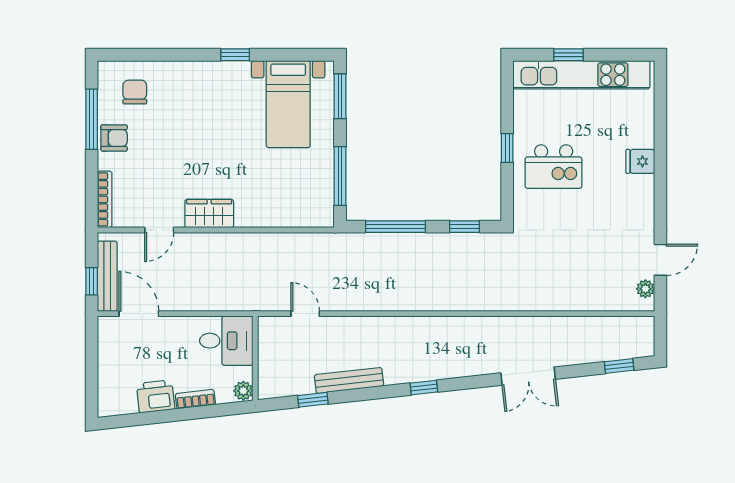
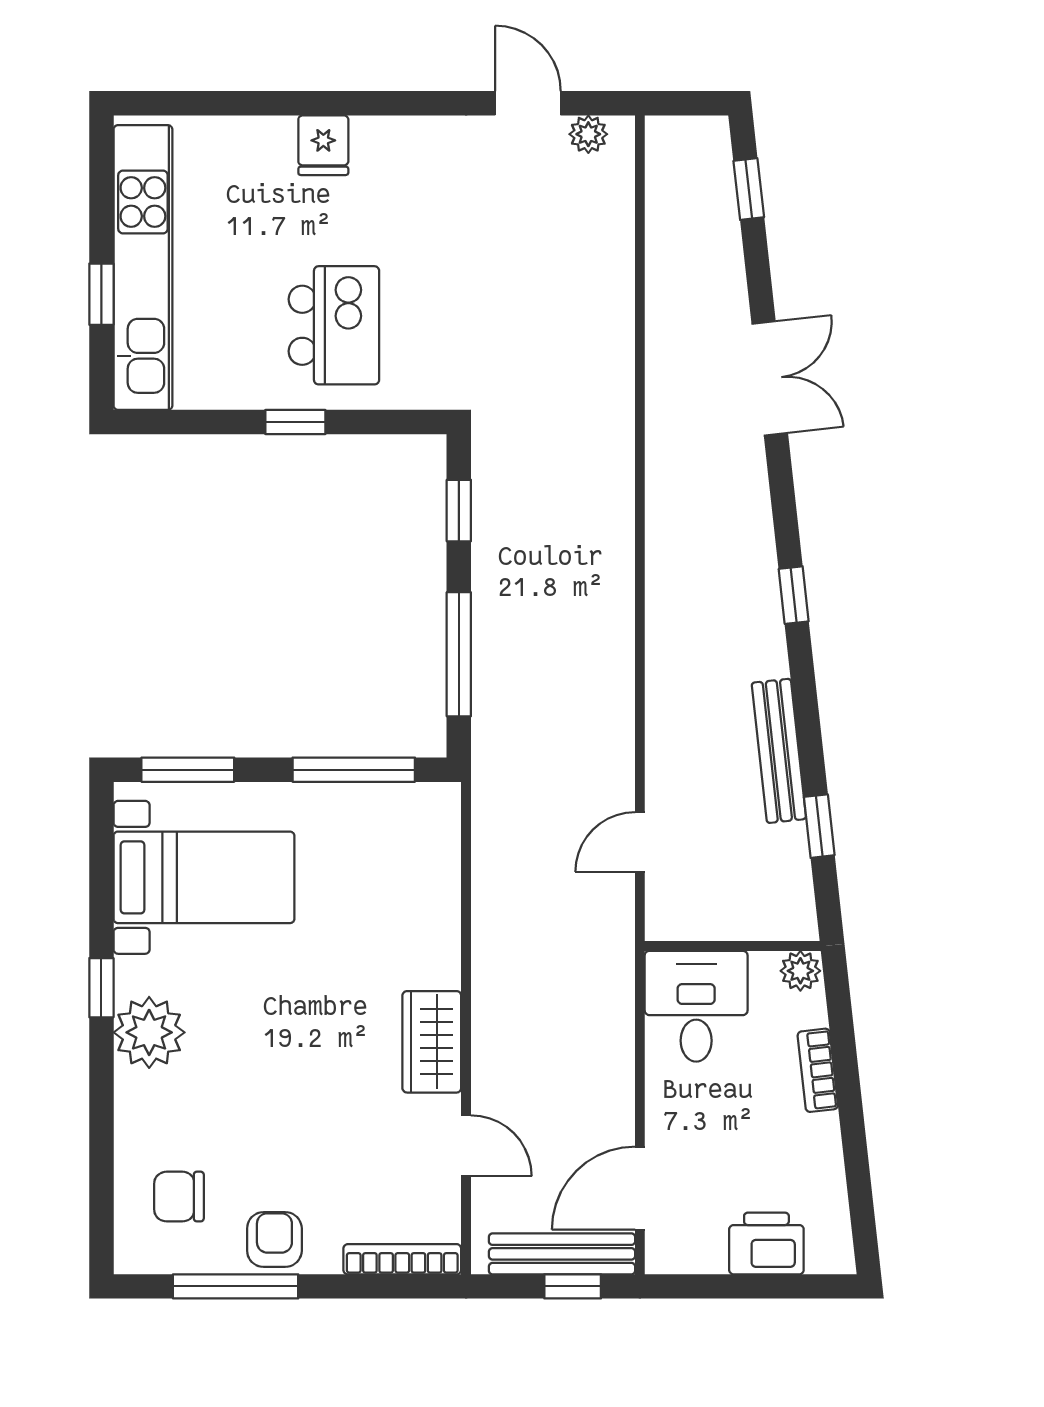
plant: (214, 78) -> (149, 1032), added
printer: (156, 396) -> (766, 1244), moved, turned 96

